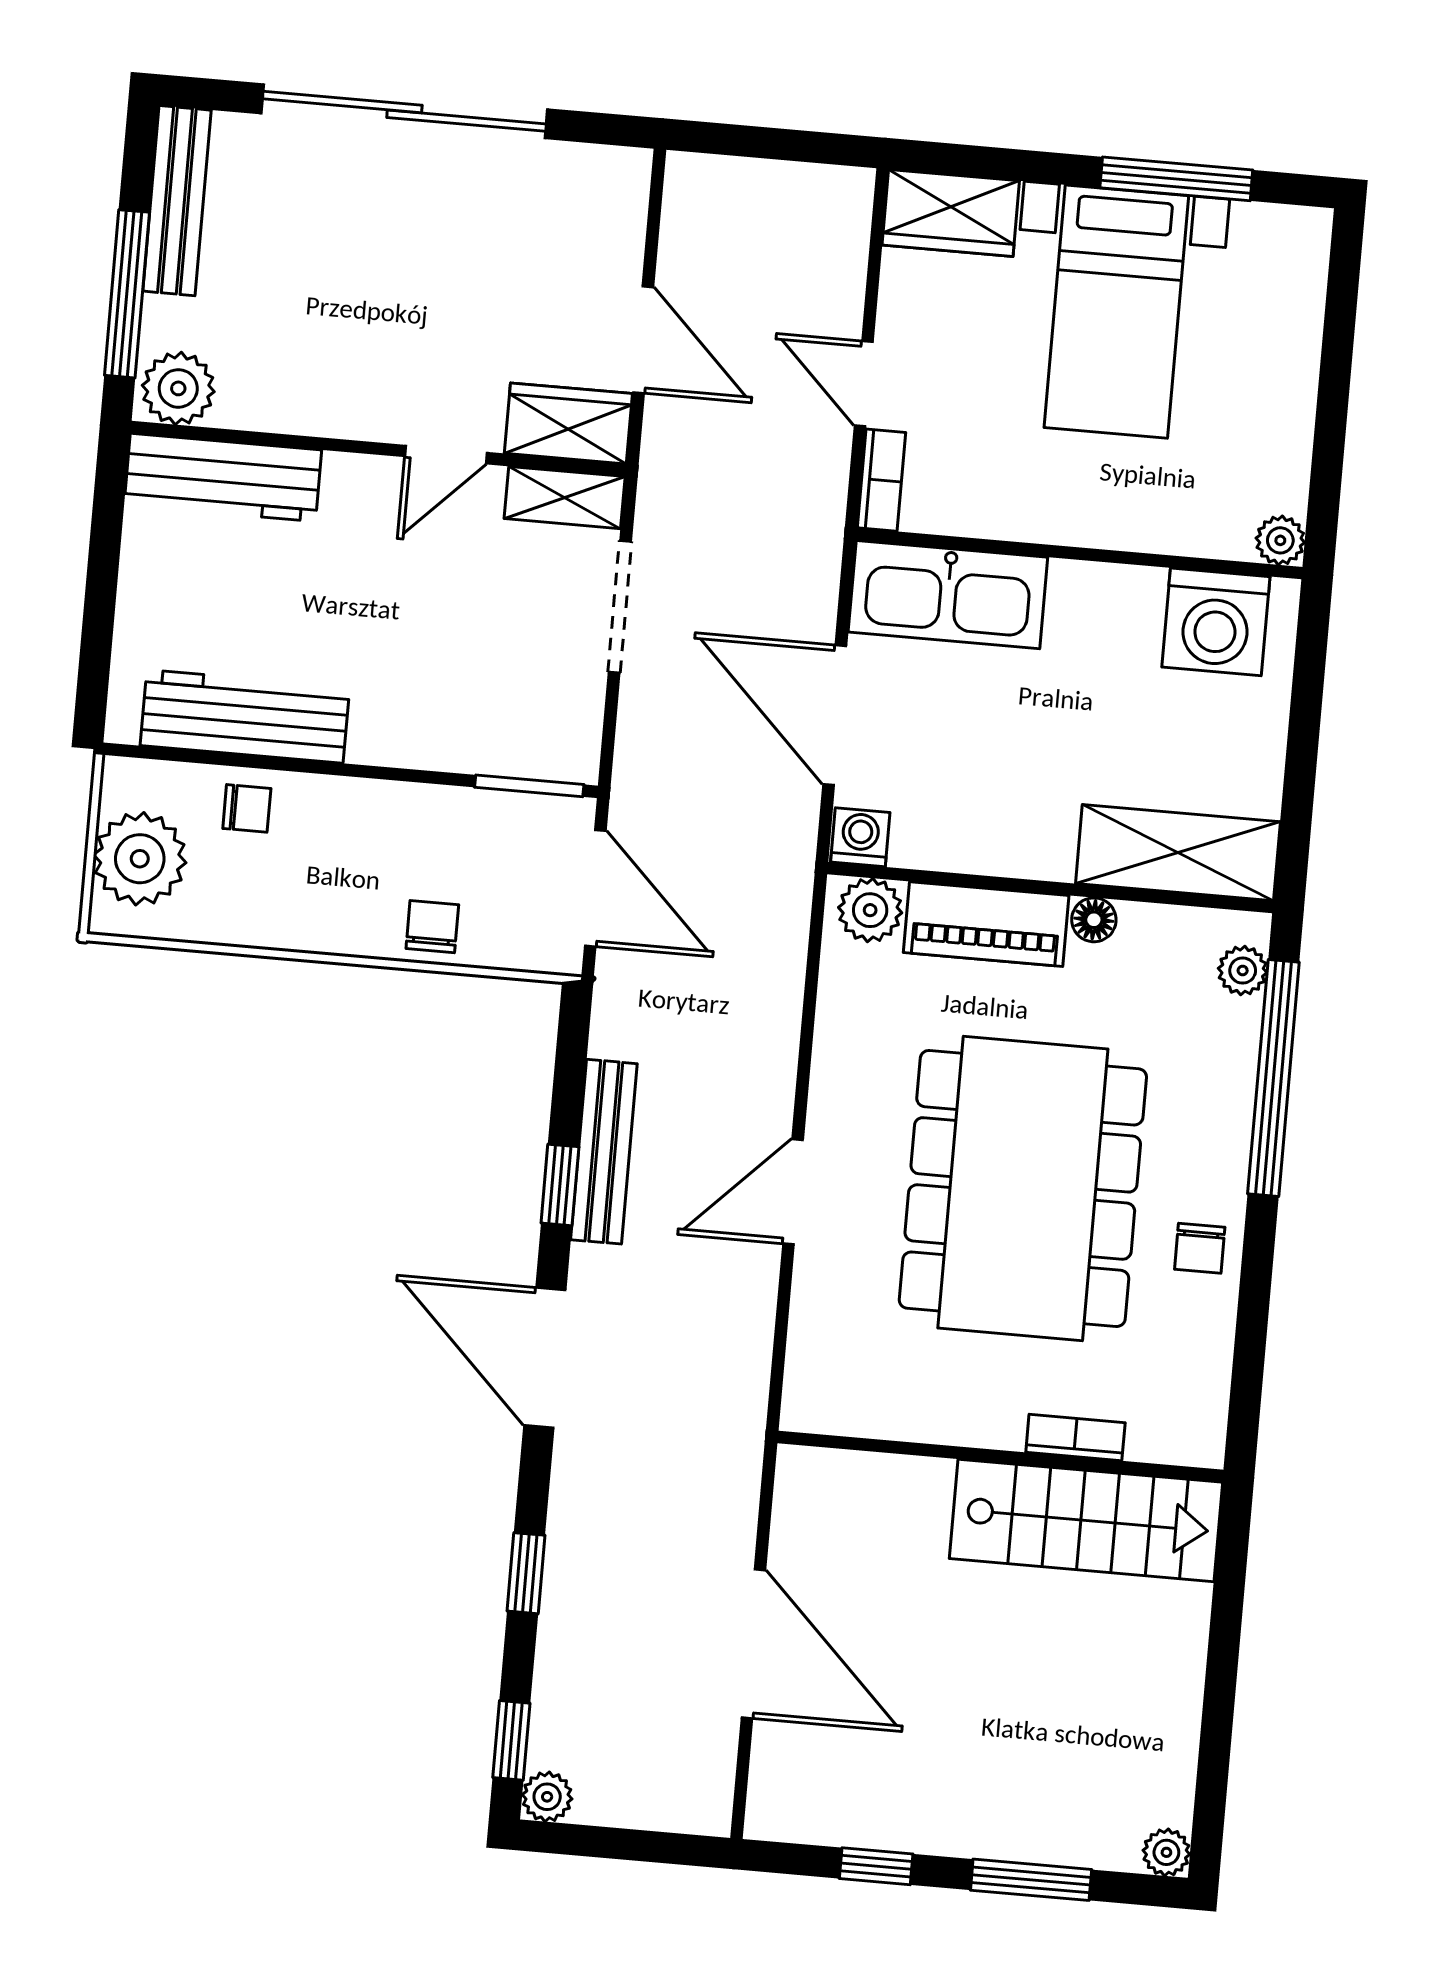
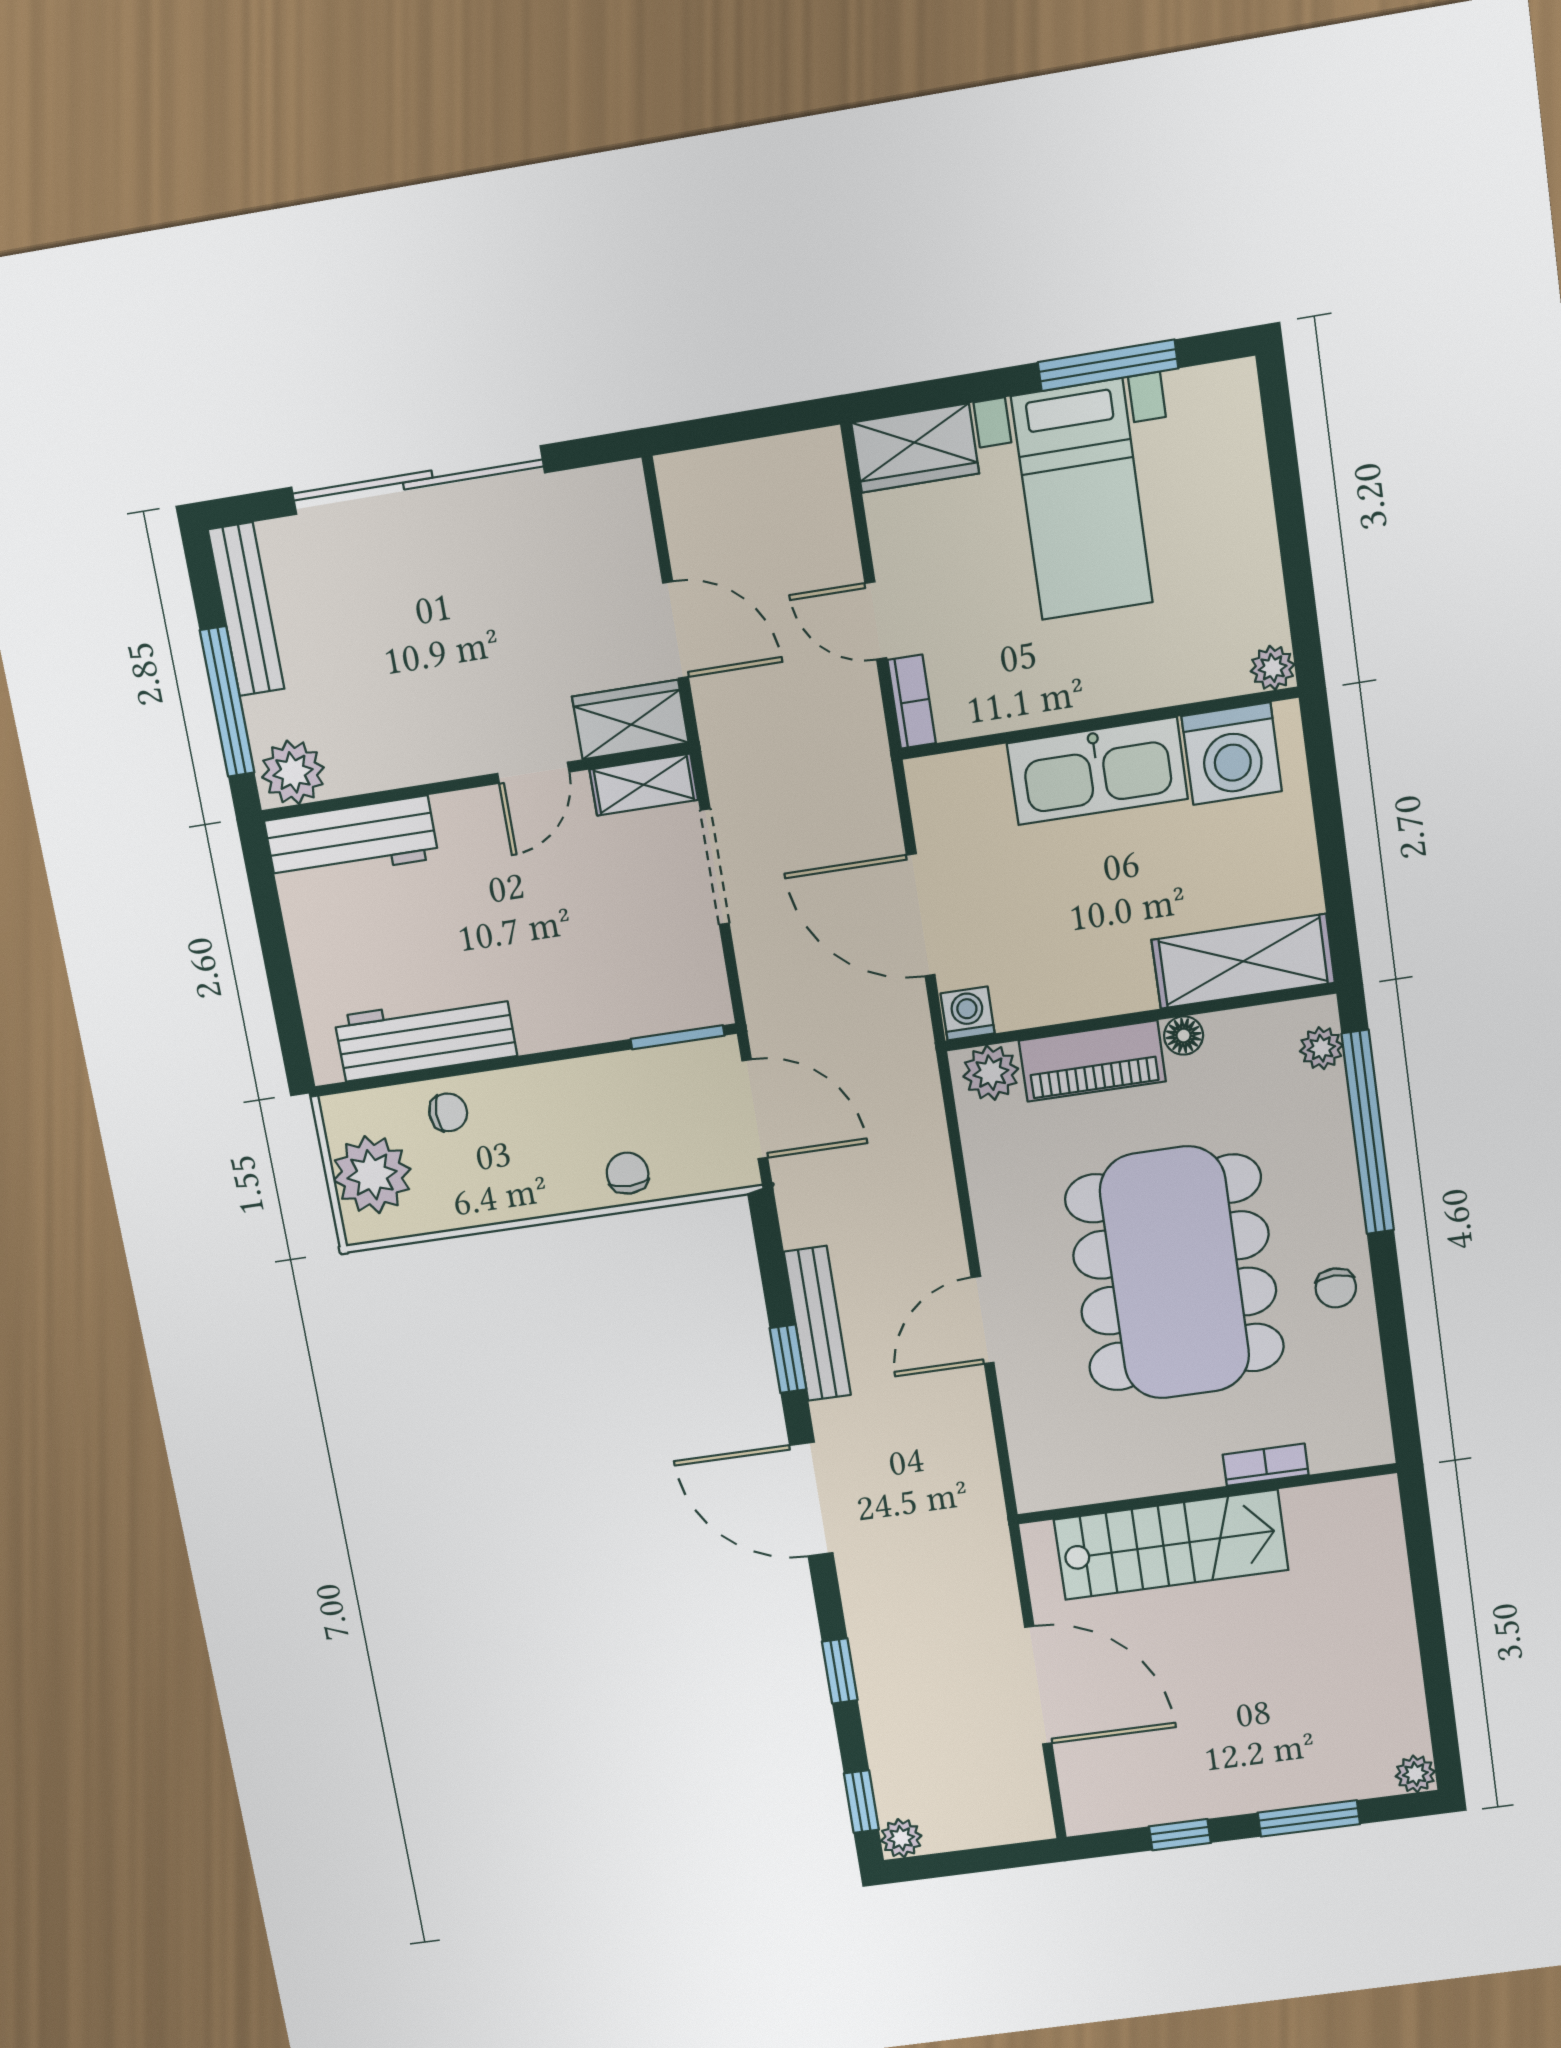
kitchen sink: (948, 595) -> (1097, 771), moved
stairs: (1086, 1520) -> (1171, 1545), moved

